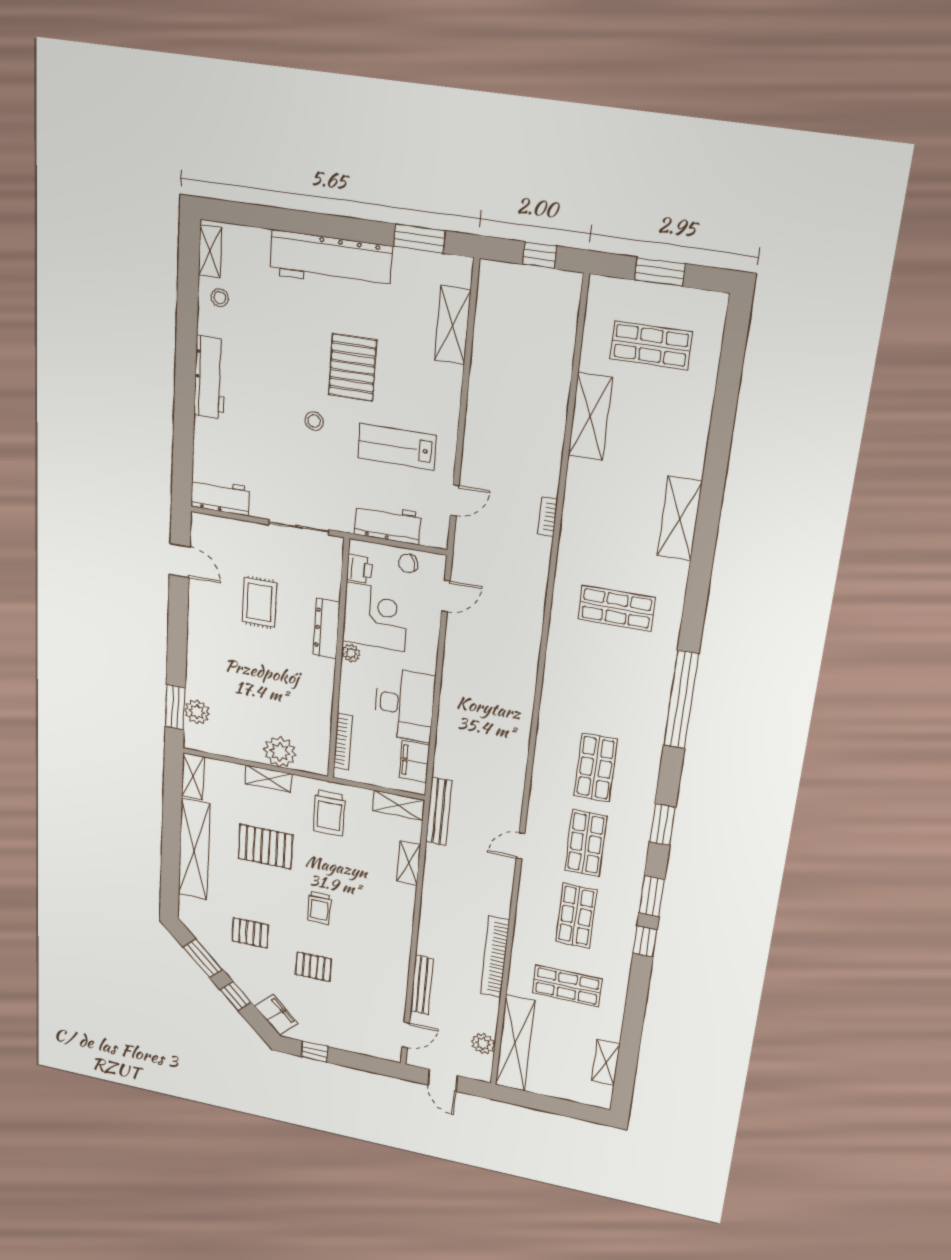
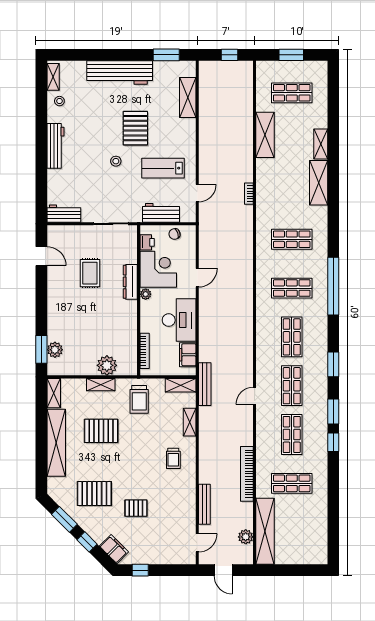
door: (446, 596) -> (197, 278), moved
shop shelf: (606, 690) -> (292, 288), added
trolley: (319, 908) -> (173, 458), moved
pallet: (250, 933) -> (94, 494), width x1.50, depth x1.42
shelving: (606, 1062) -> (321, 144), moved

